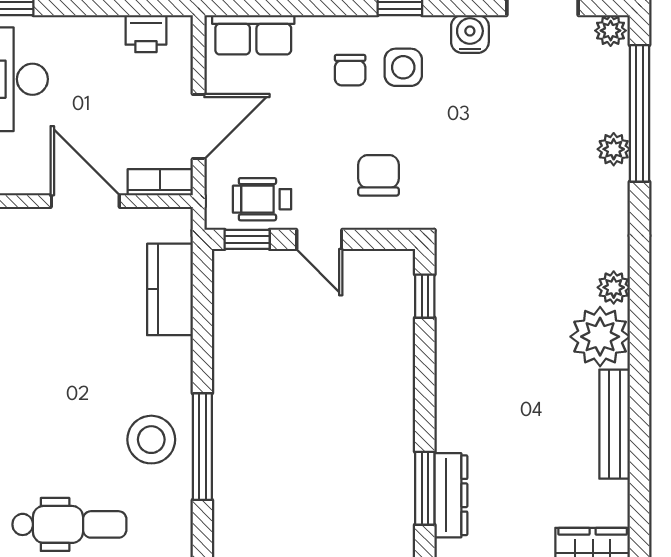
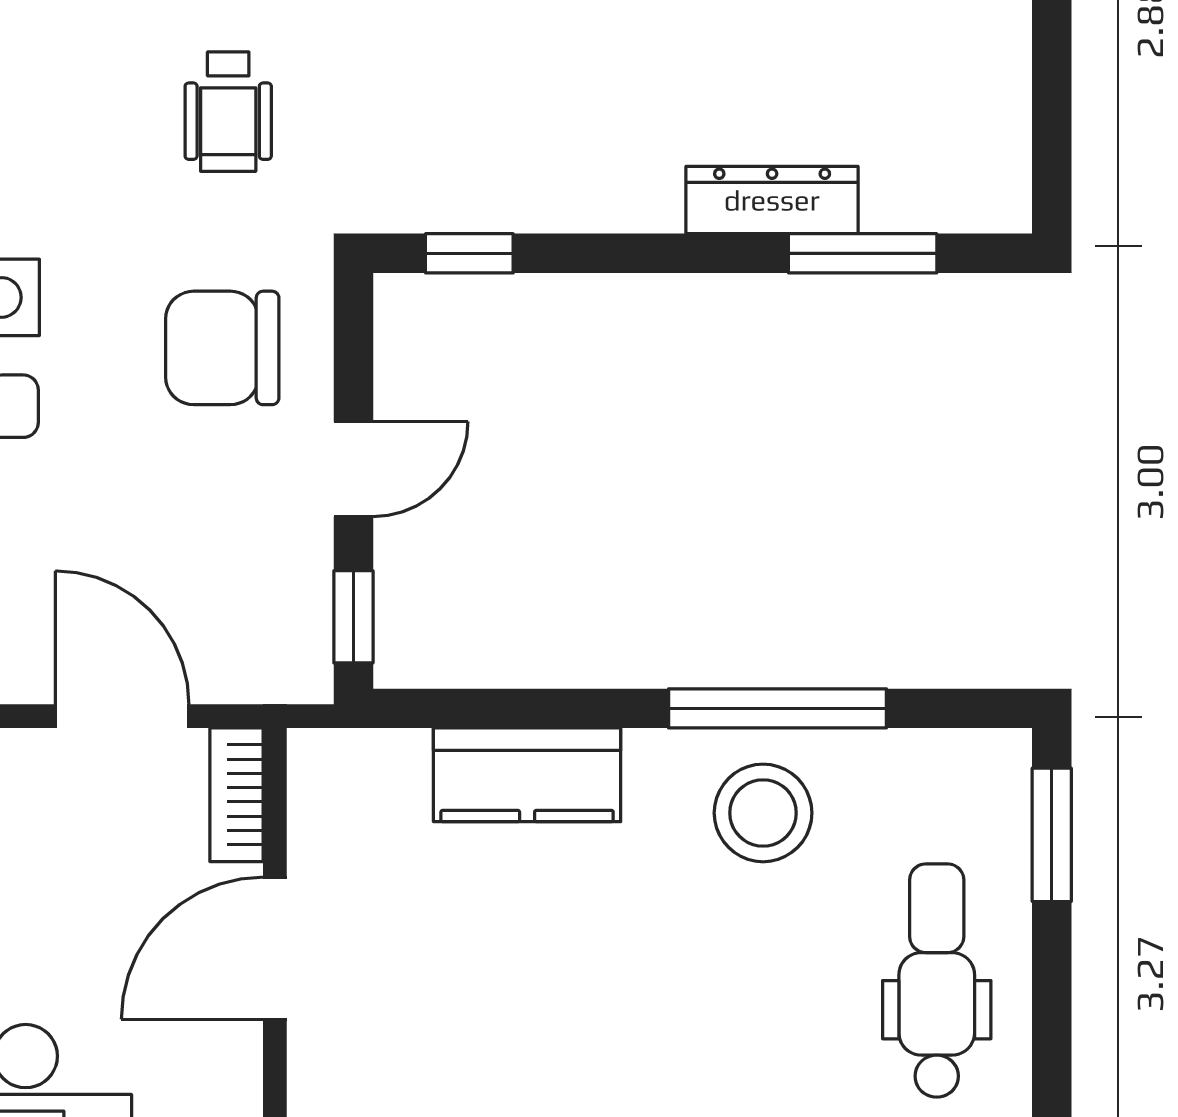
chair: (379, 175) -> (222, 348), width x1.37, depth x1.37
wheelchair: (262, 199) -> (228, 112), moved
kitchen counter: (170, 289) -> (527, 775), moved
dresser: (451, 495) -> (772, 200), moved

